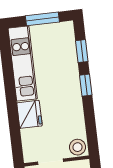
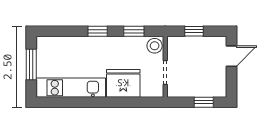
window: (82, 51) -> (134, 31), moved
fridge: (29, 114) -> (123, 83), width x1.36, depth x1.34

